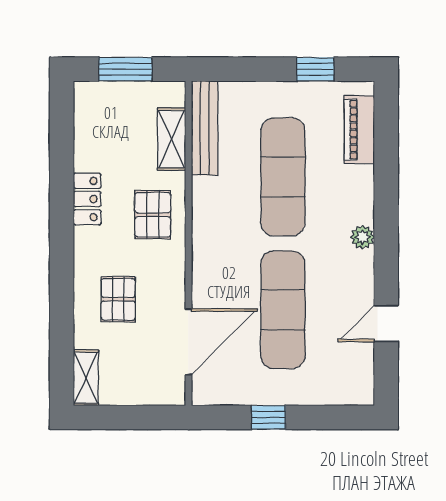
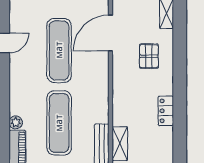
pallet: (153, 215) -> (130, 102), removed
plant: (362, 237) -> (16, 122), moved

